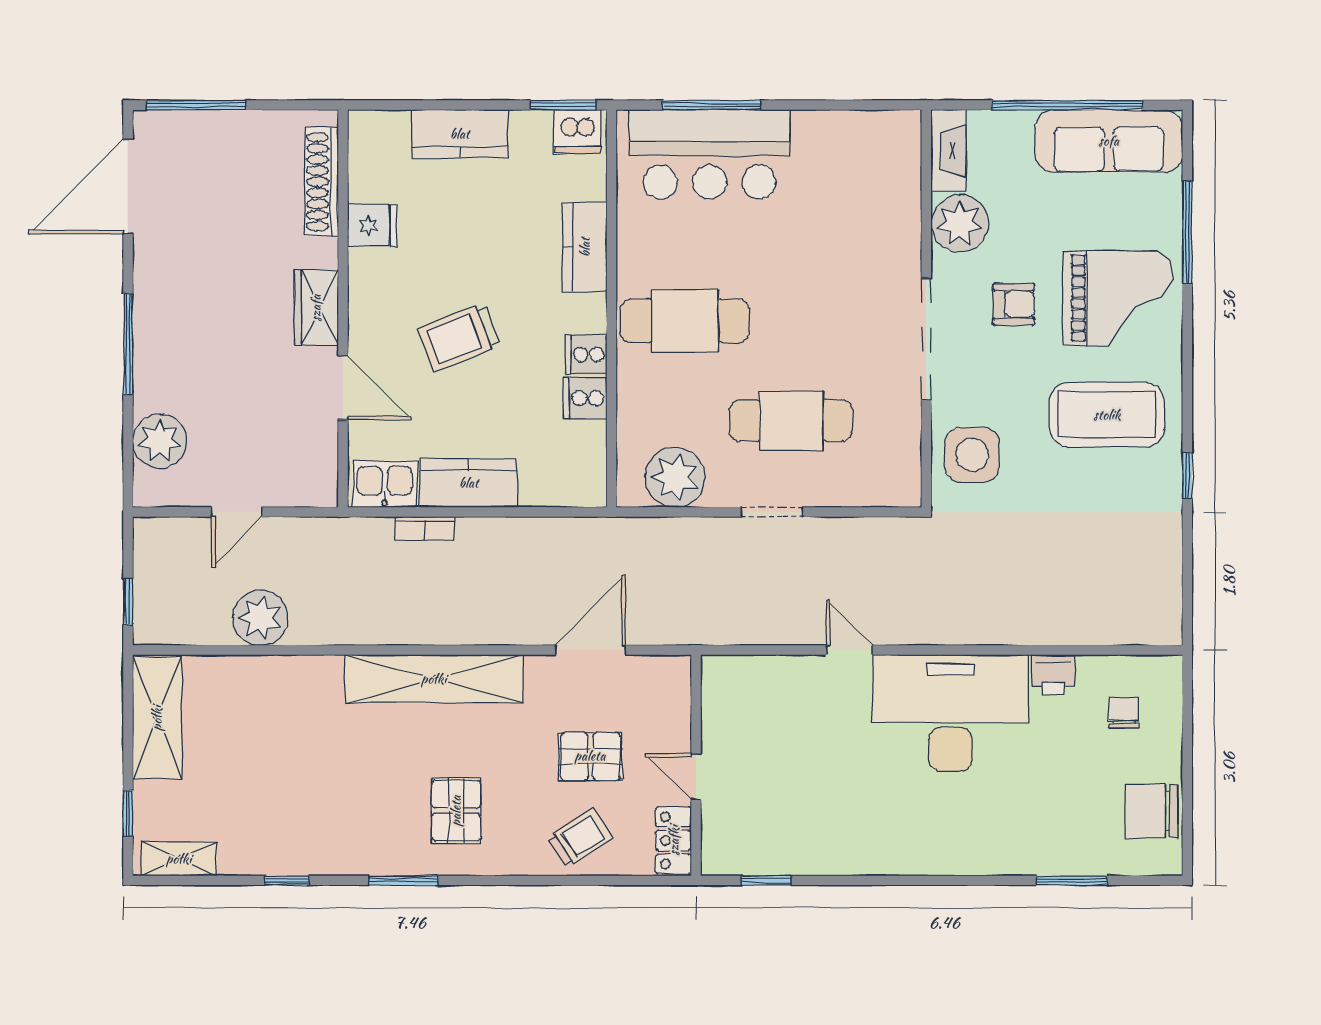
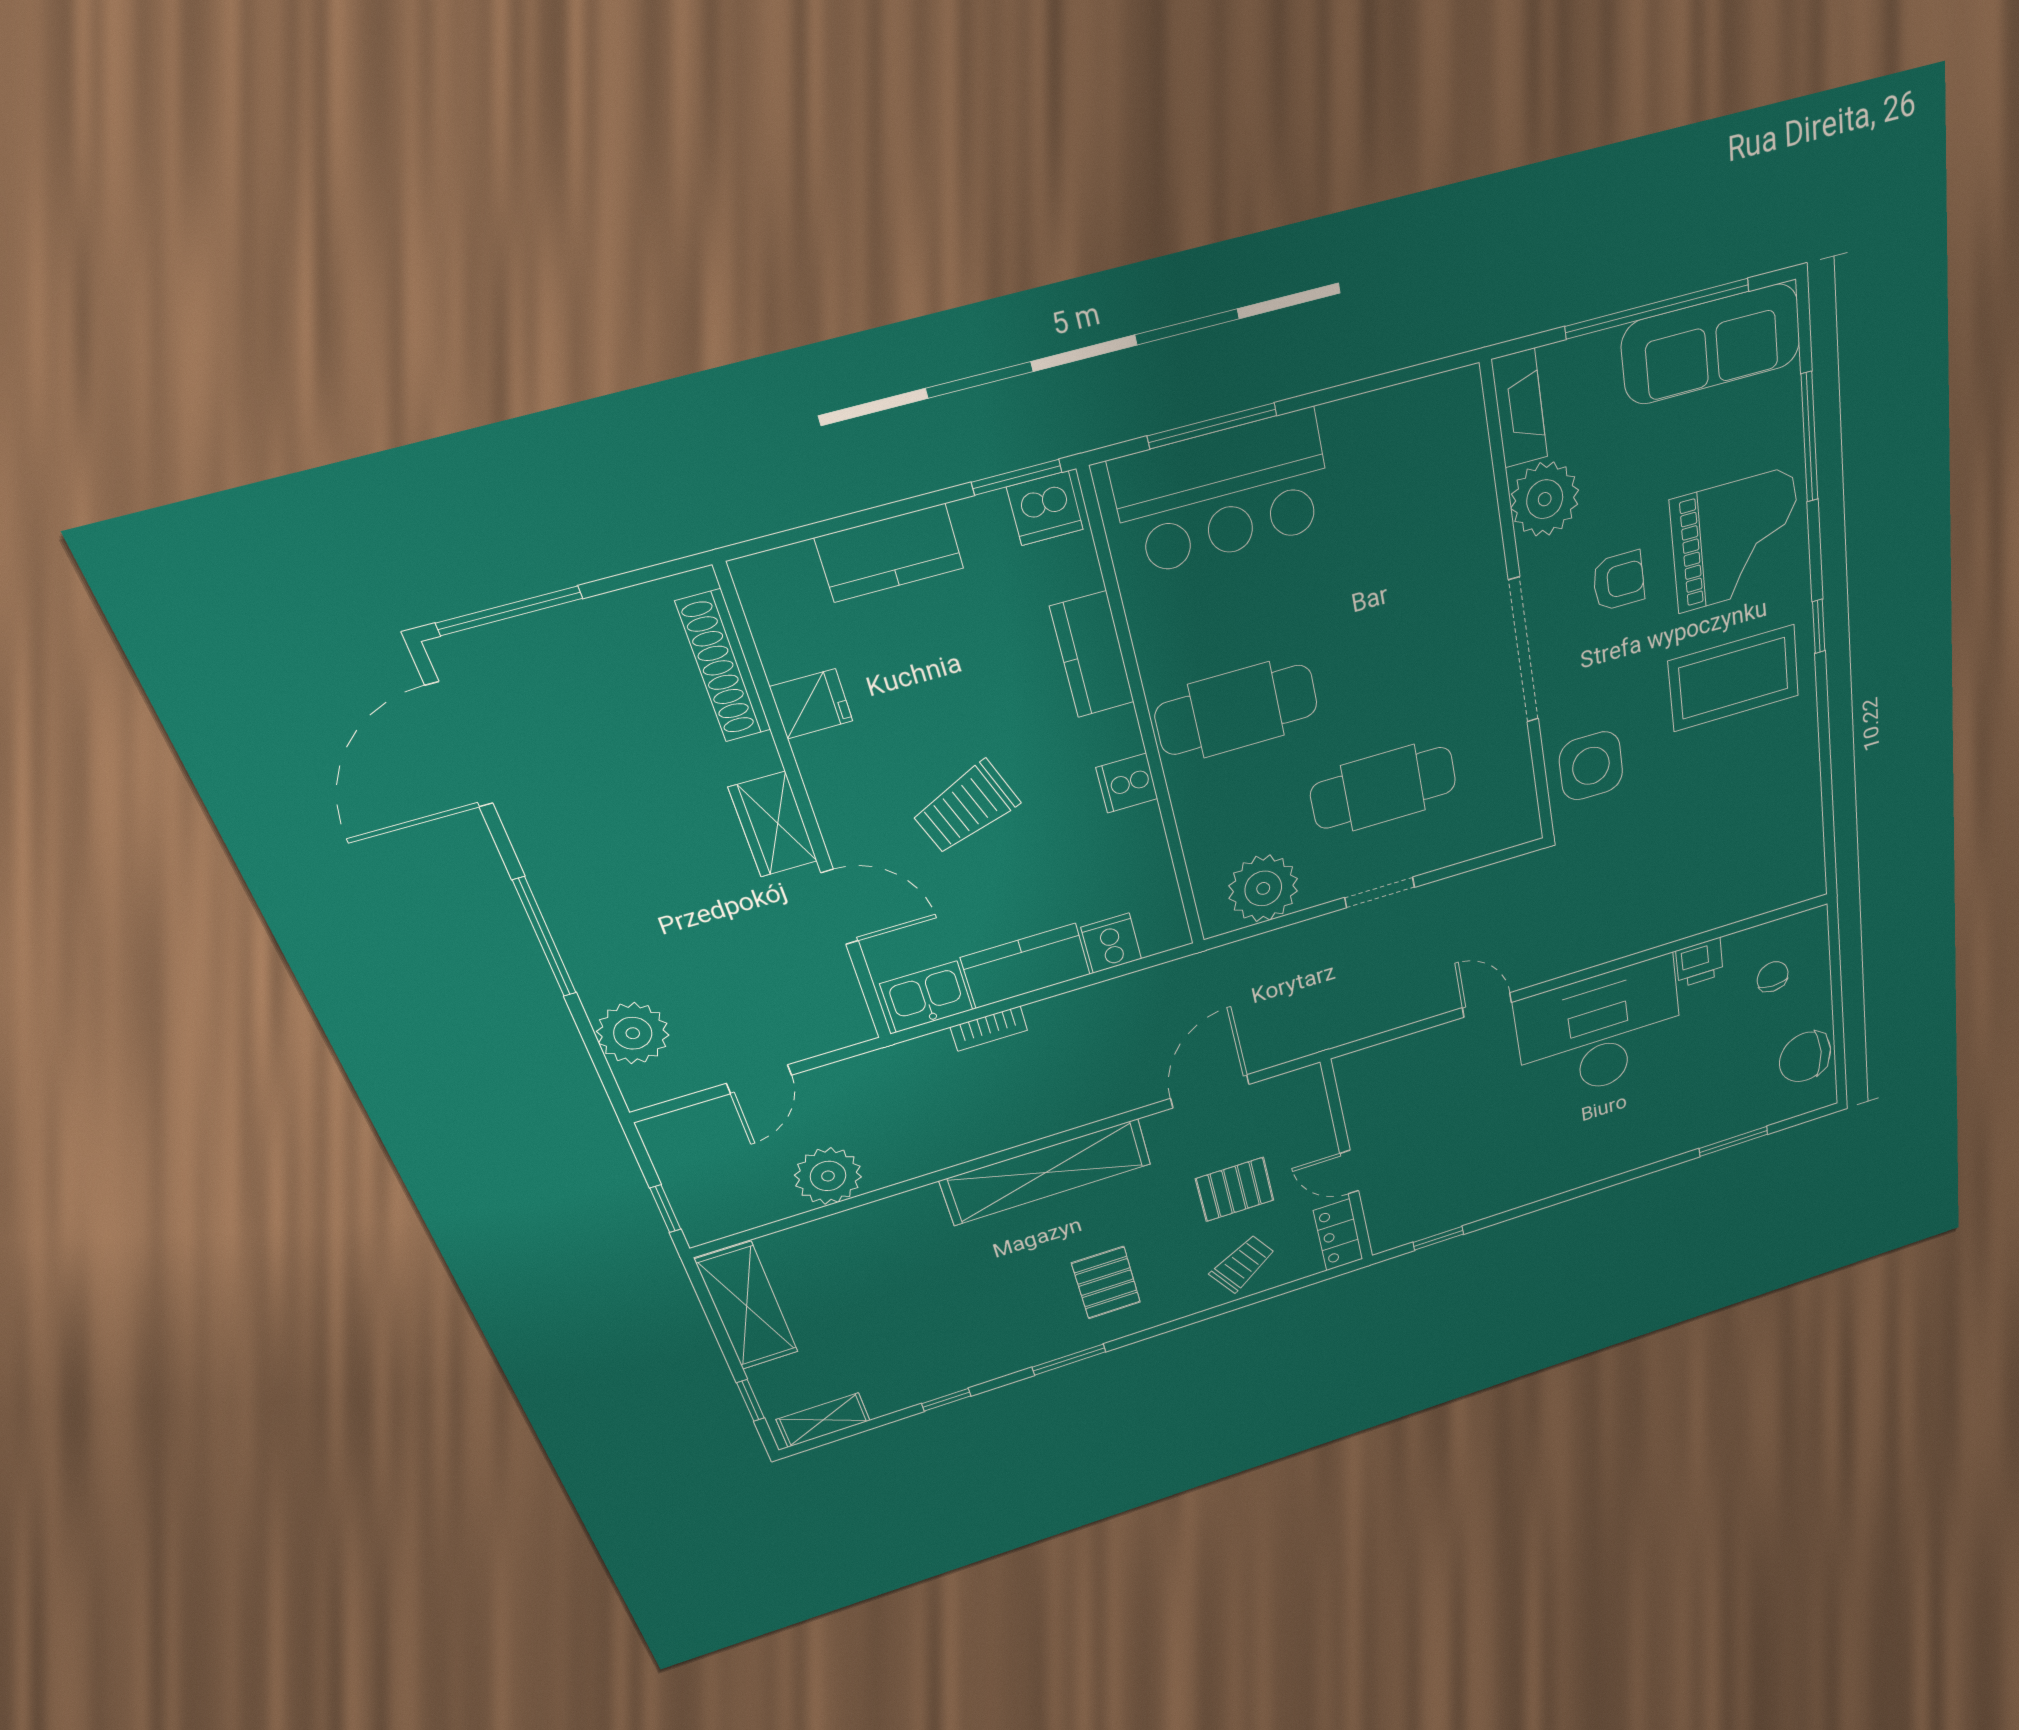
cooker: (585, 398) -> (1111, 943), moved, turned 90
window: (1187, 475) -> (1819, 626), moved

